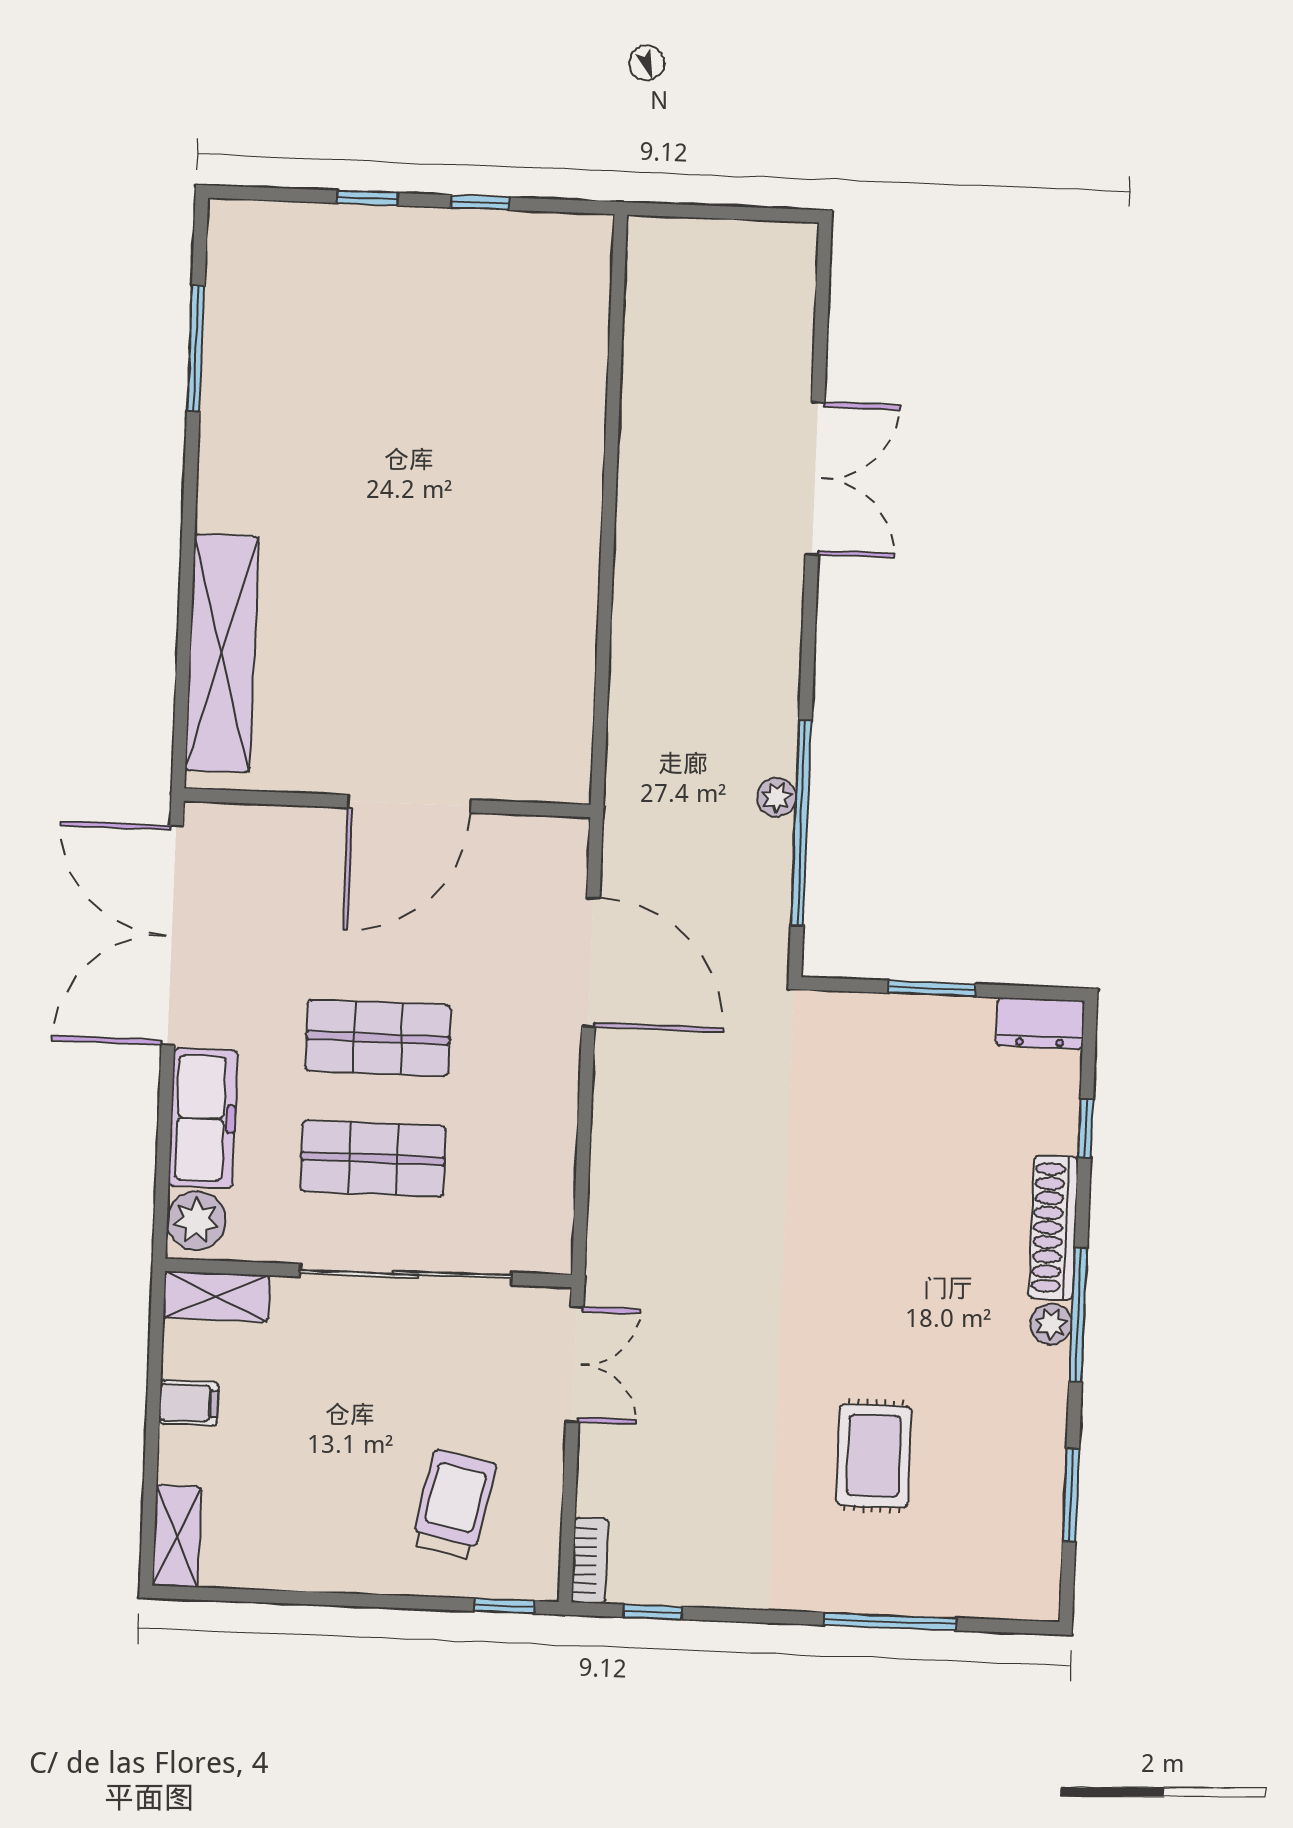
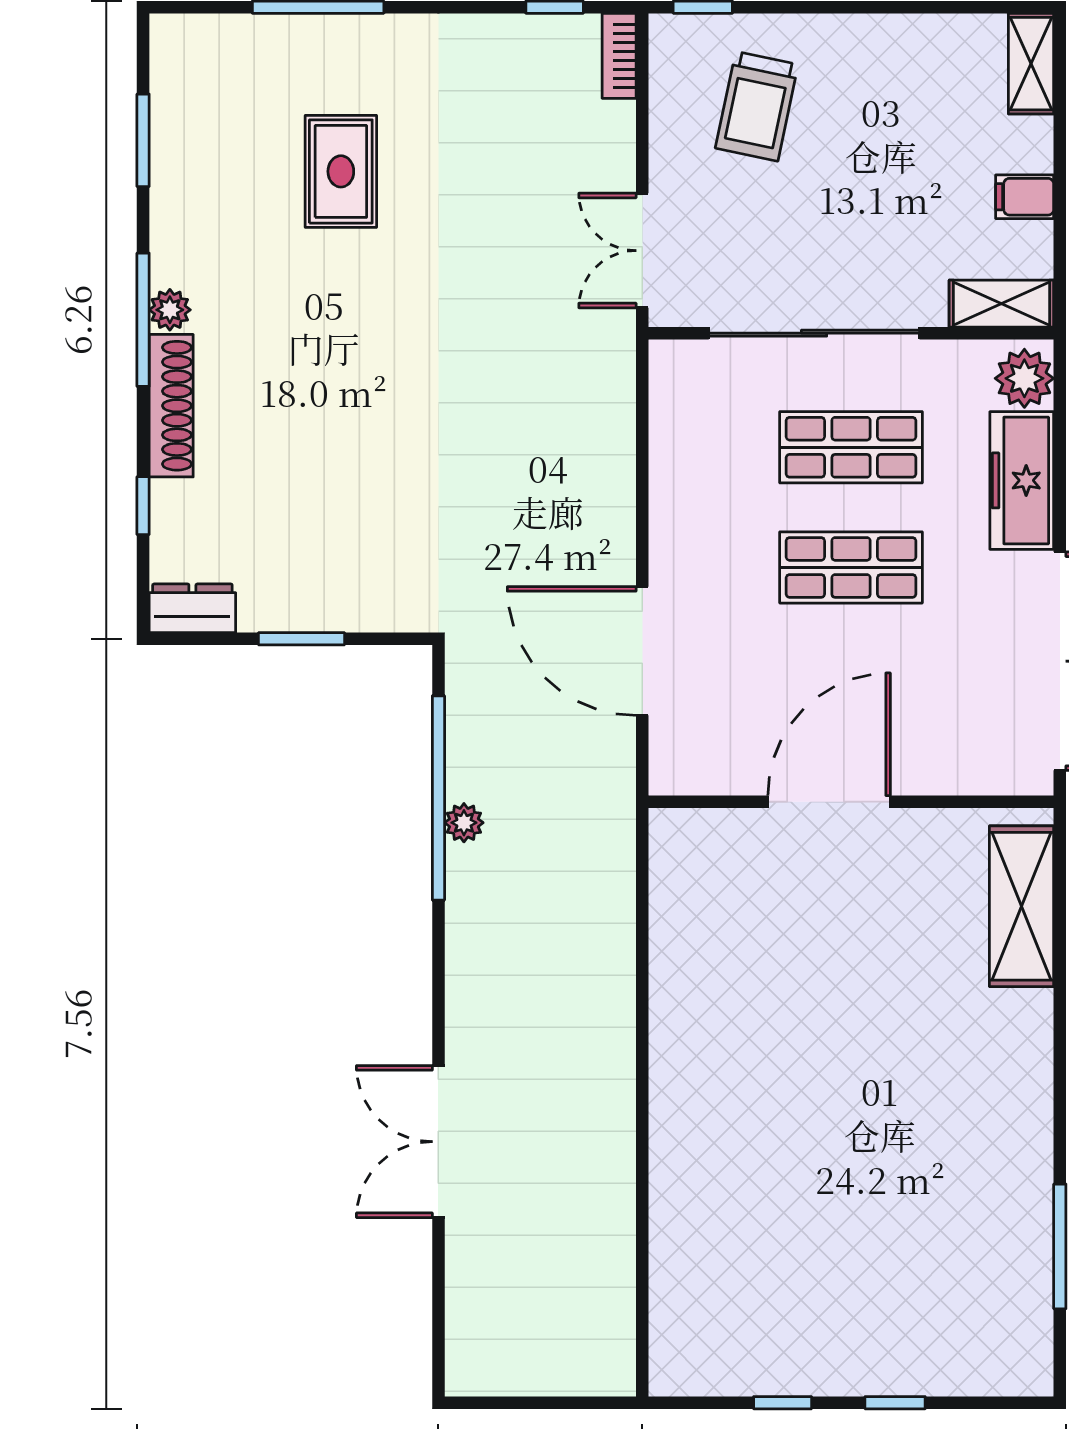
shelving: (222, 653) -> (1022, 906), width x0.68

